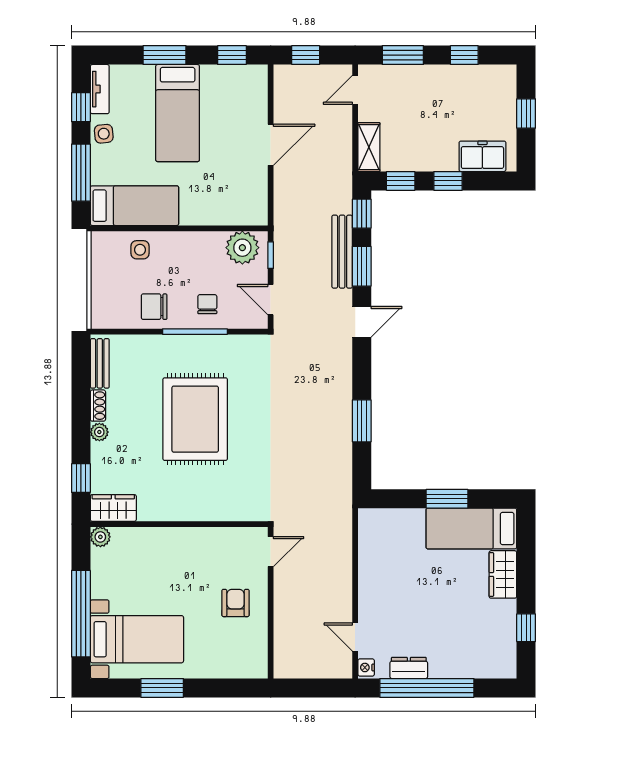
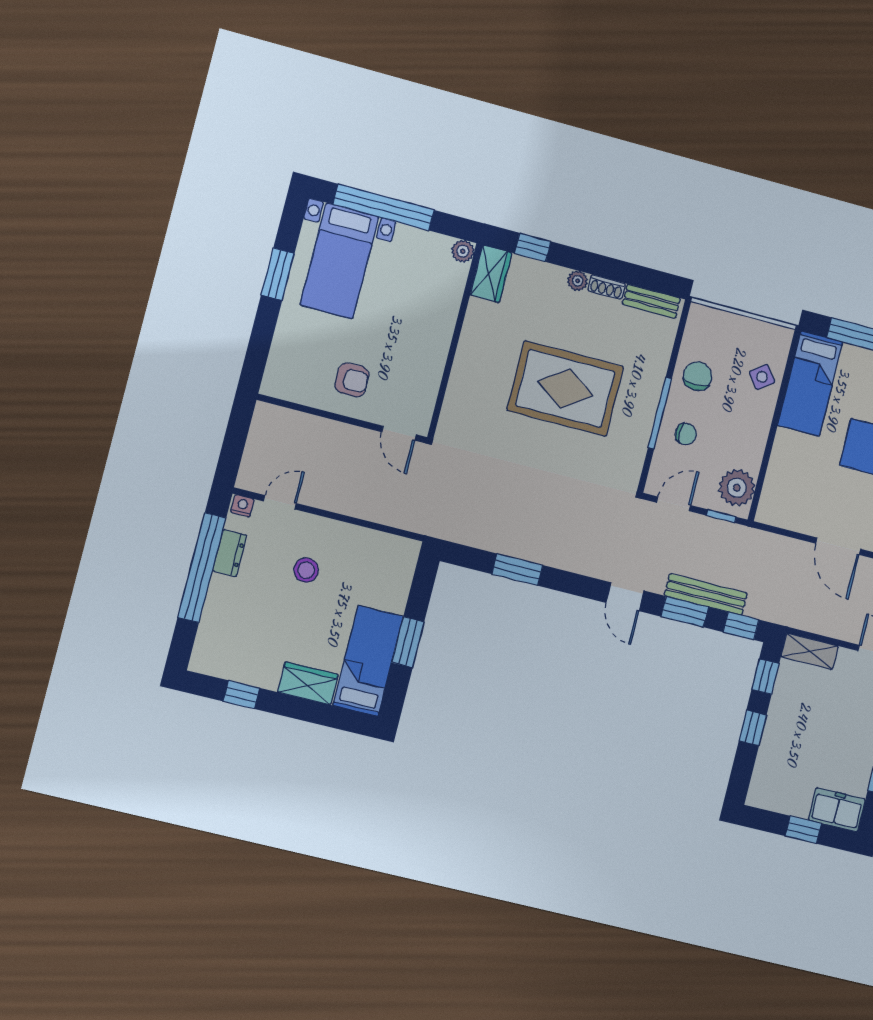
freezer: (482, 156) -> (837, 810), moved, turned -90
side table: (140, 250) -> (762, 377), turned -37
stool: (407, 600) -> (306, 570), added

